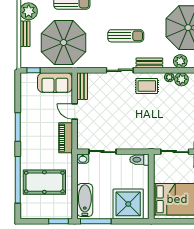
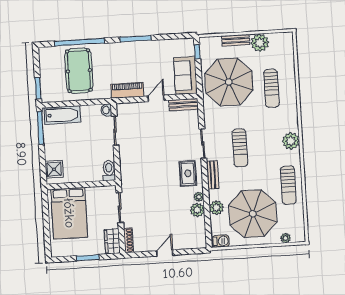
shower: (128, 204) -> (54, 169), width x0.54, depth x0.54

